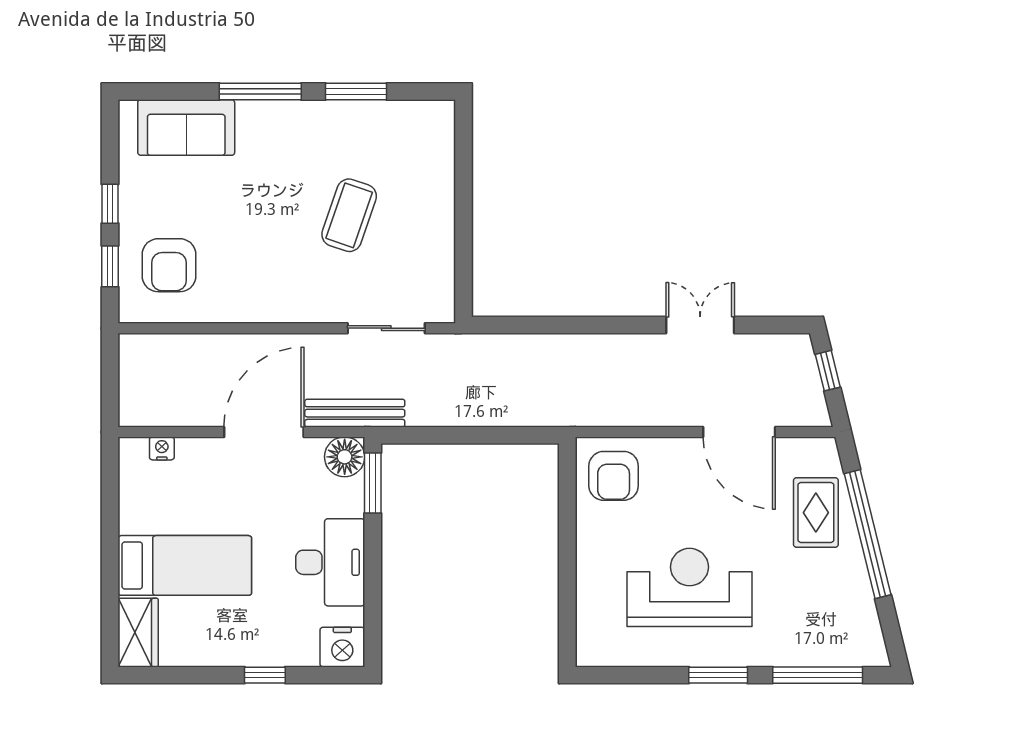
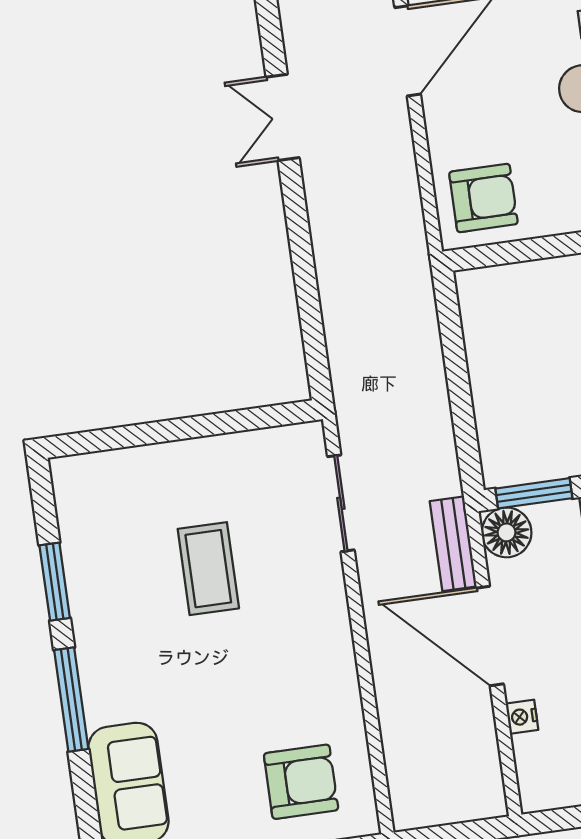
coffee table: (349, 215) -> (208, 569), turned 71
bench: (355, 413) -> (453, 544), width x0.73
nightstand: (162, 448) -> (522, 717), moved

